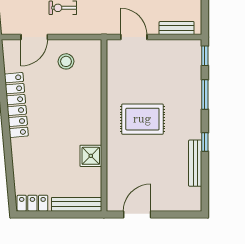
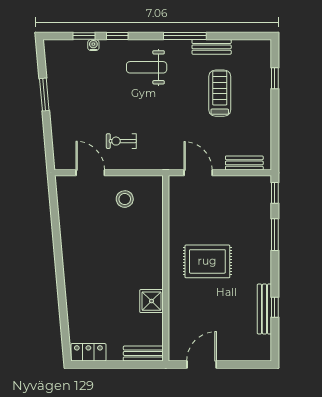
door: (34, 37) -> (90, 173), swing flipped
locker: (16, 105) -> (71, 246), removed
window: (205, 142) -> (275, 307), moved
bench: (77, 204) -> (143, 353), width x0.73

